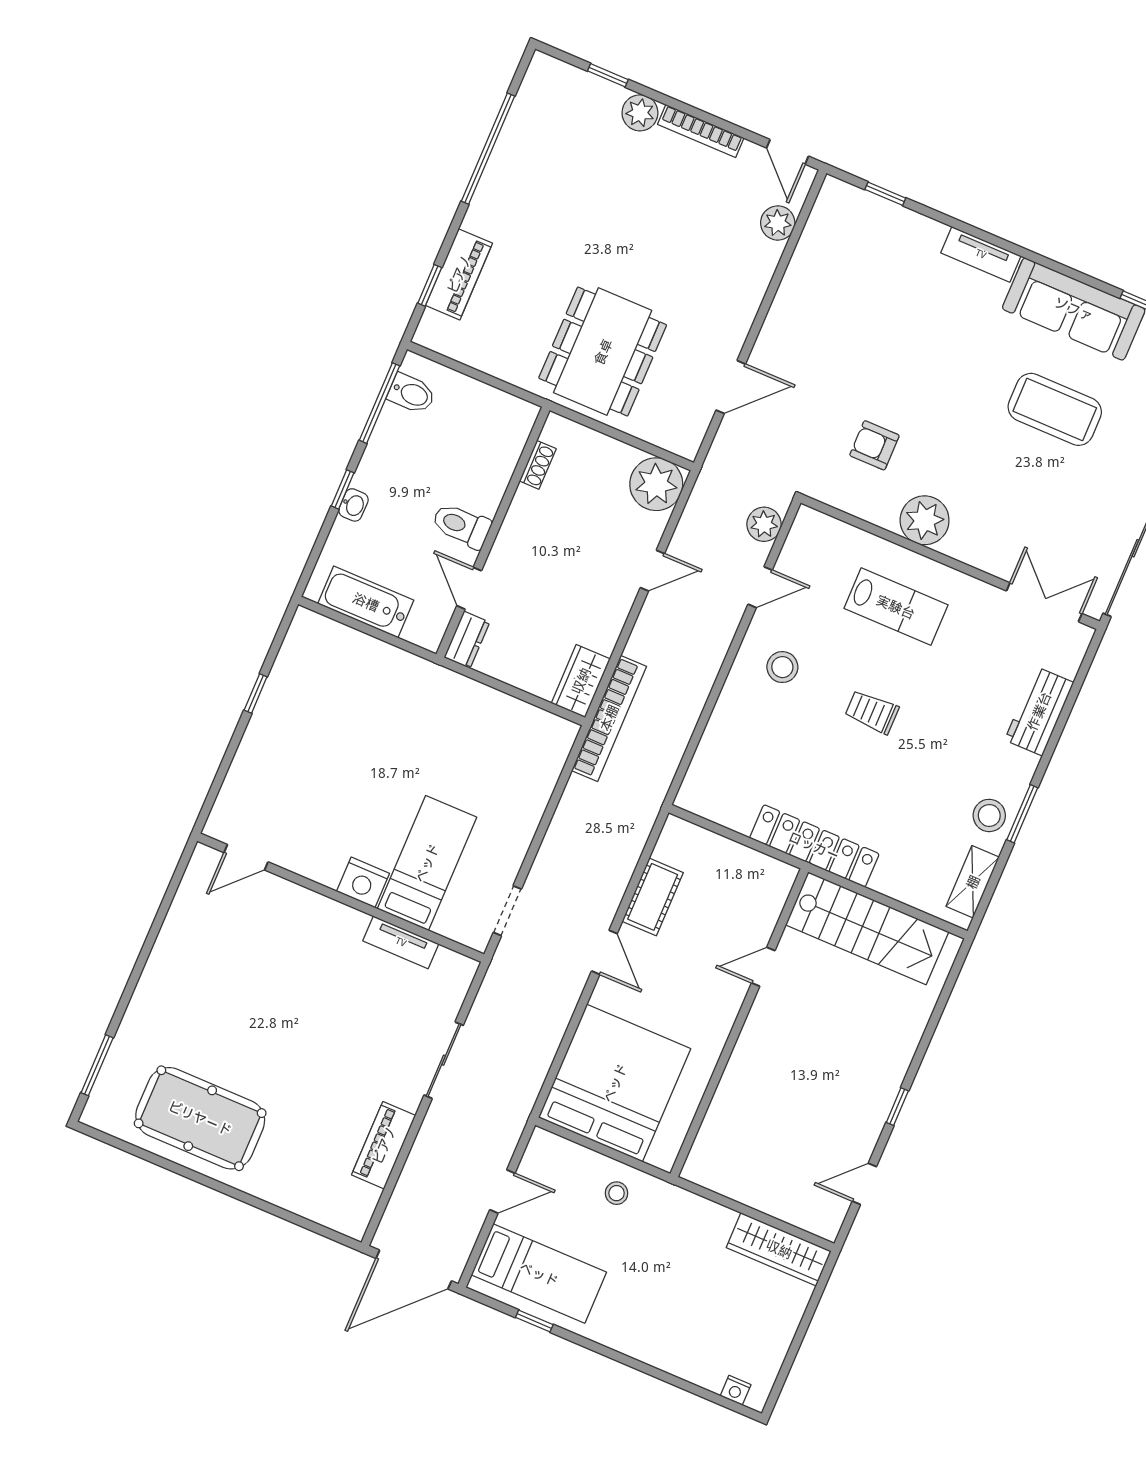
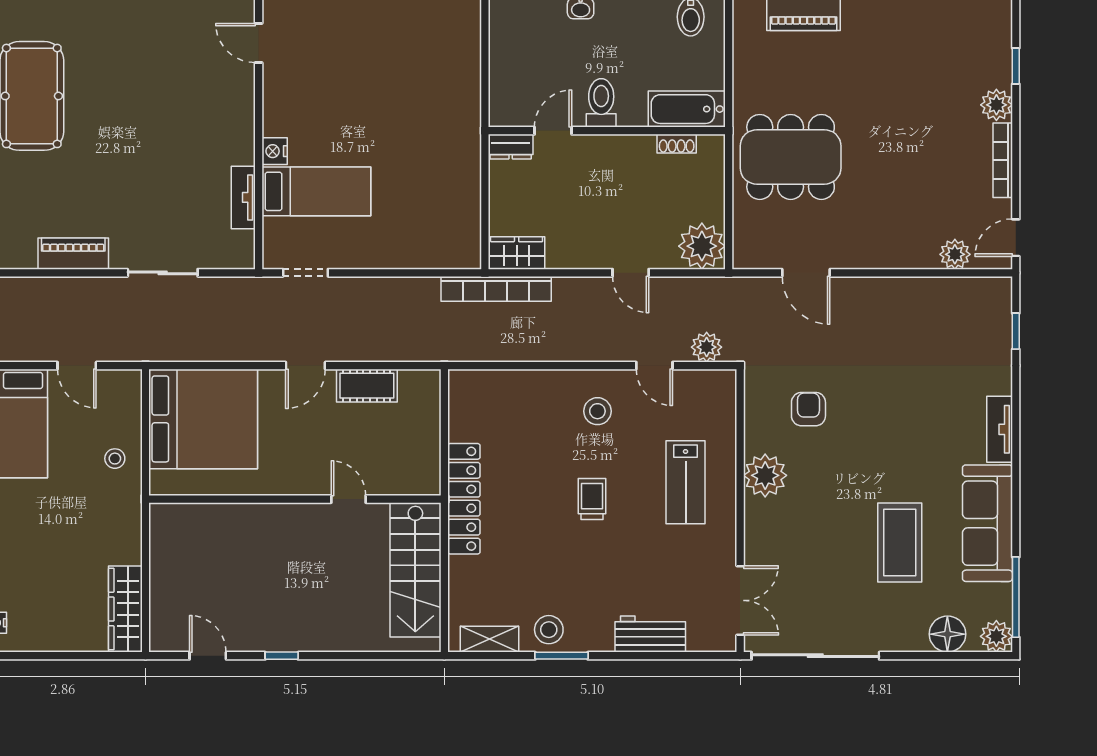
bathtub: (366, 602) -> (687, 109), moved, turned -90
nightstand: (363, 882) -> (275, 151), width x0.74, depth x0.75

